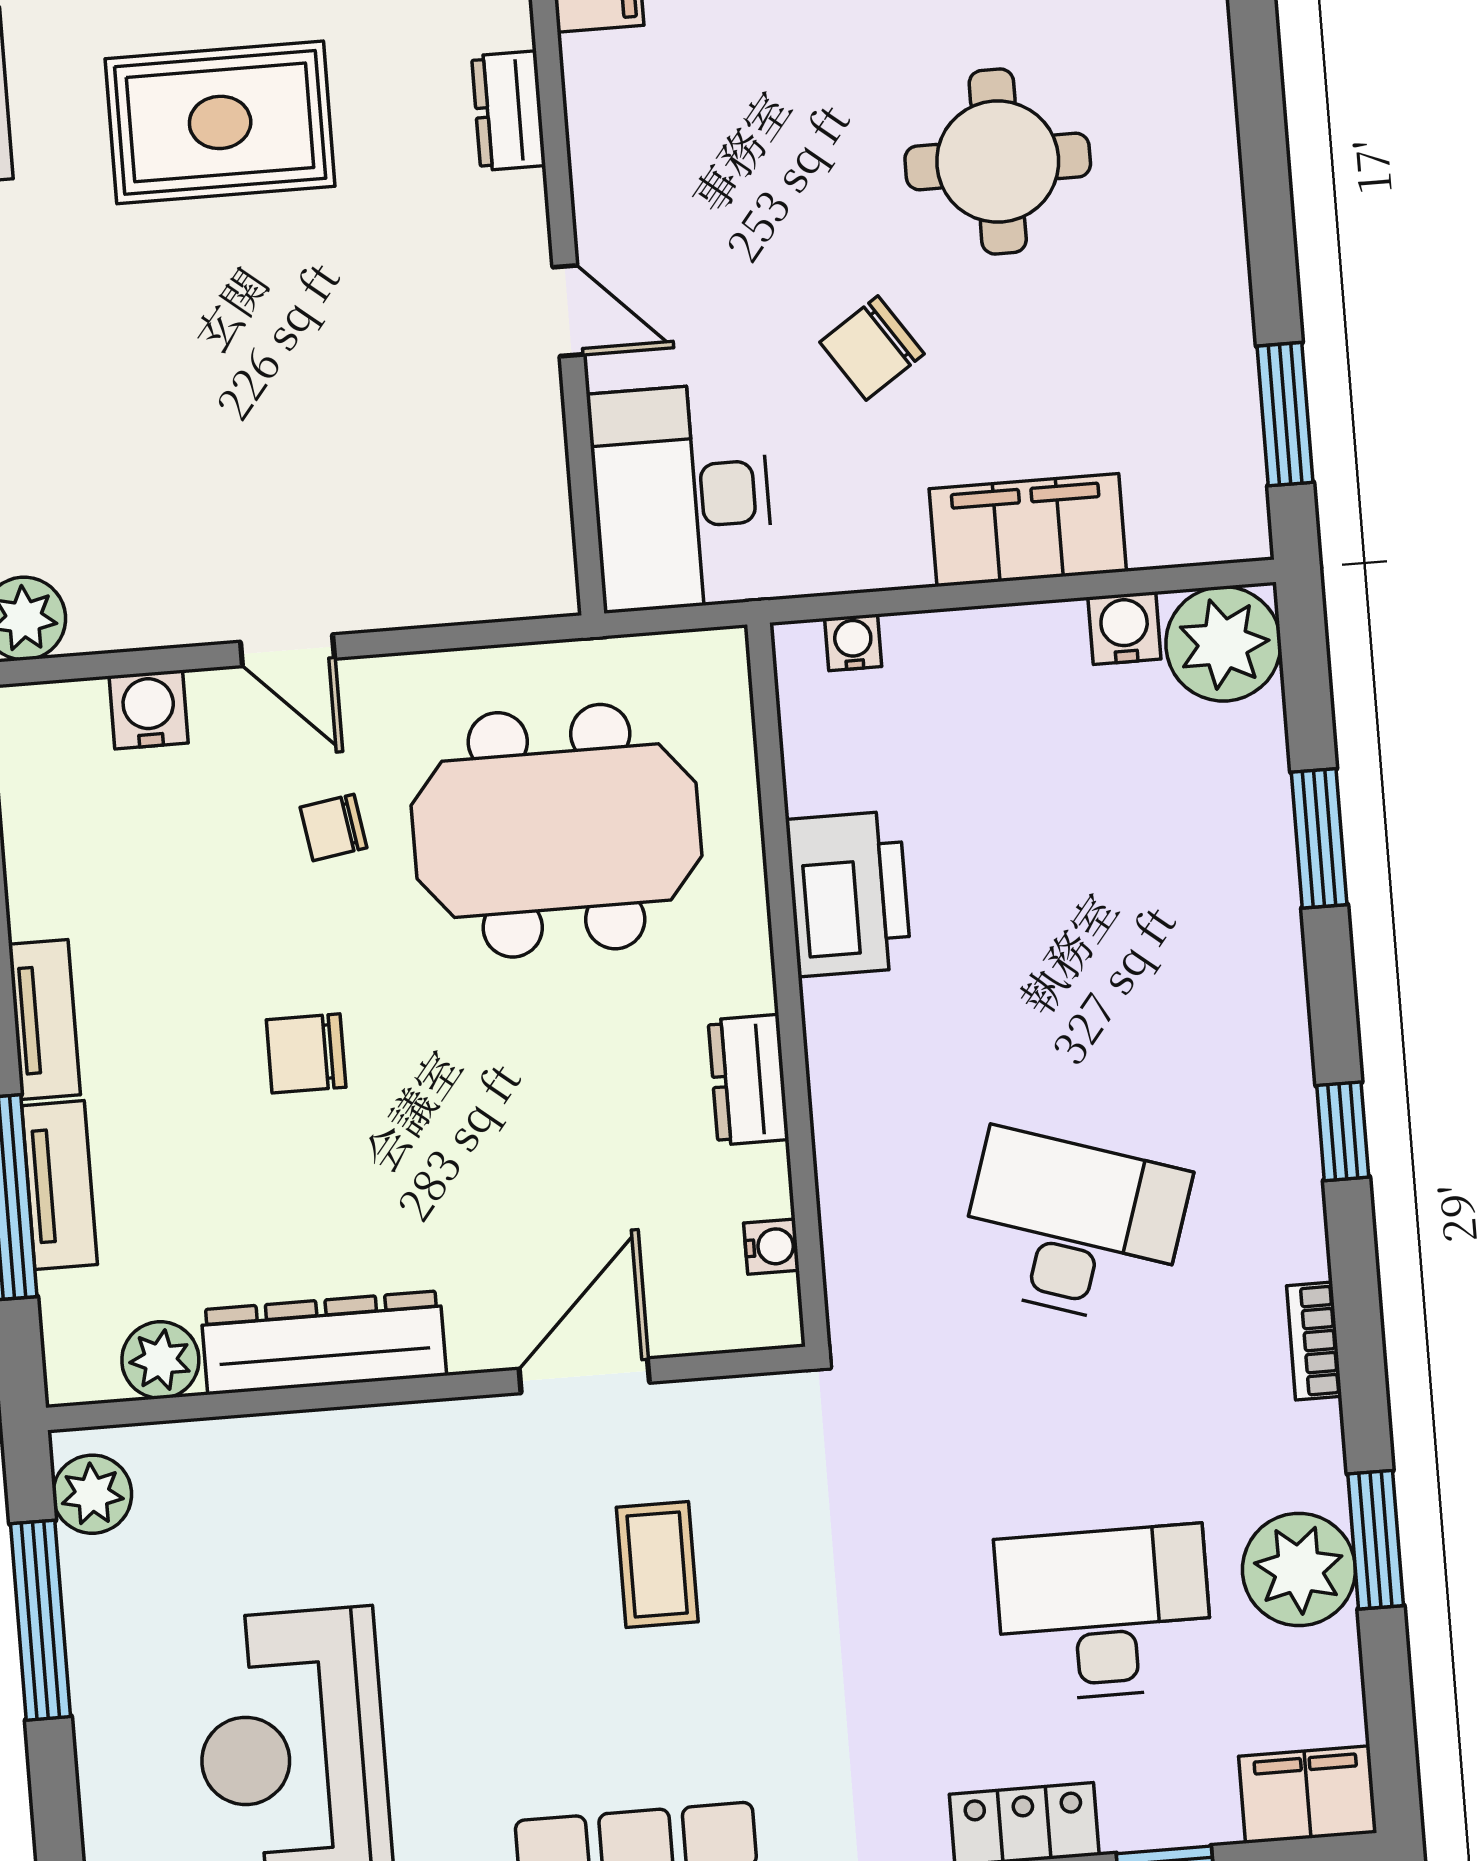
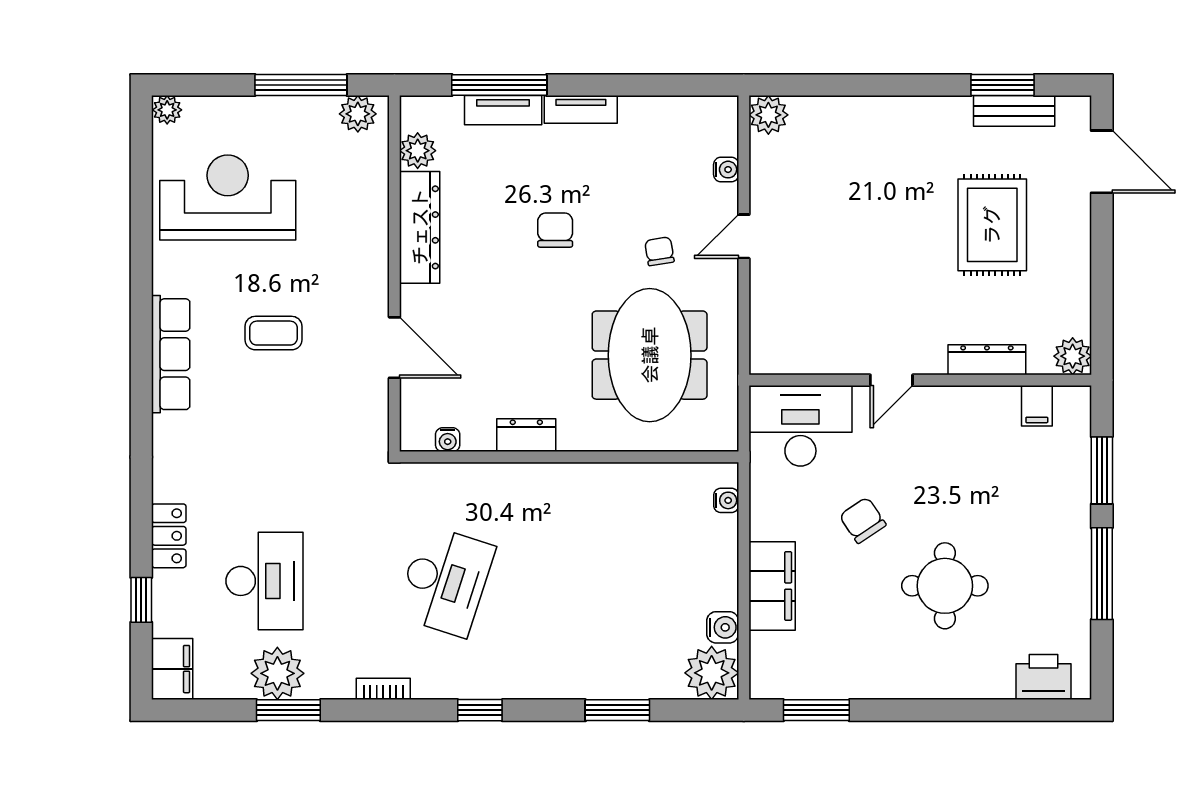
dresser: (509, 111) -> (987, 360), width x1.44
water cooler: (149, 709) -> (726, 170), width x0.72, depth x0.72
printer: (849, 894) -> (609, 489), removed
coffee table: (657, 1565) -> (274, 333), moved

